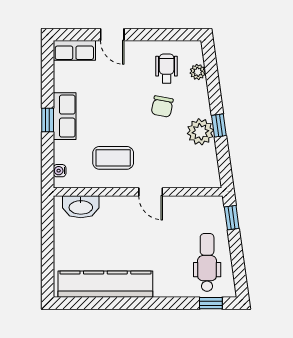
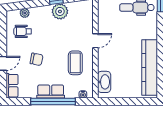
chair: (162, 106) -> (37, 59), moved
window: (48, 120) -> (53, 102), width x3.17

